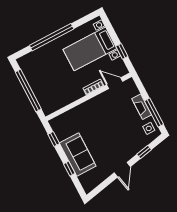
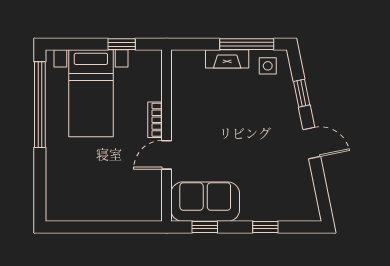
window: (52, 37) -> (40, 105), moved
door: (115, 83) -> (167, 155), moved
window: (28, 91) -> (106, 227), removed
sofa: (78, 155) -> (205, 202), moved

